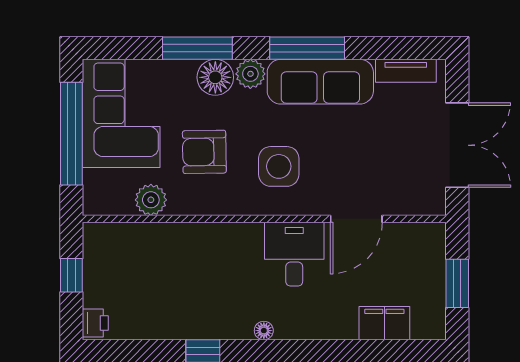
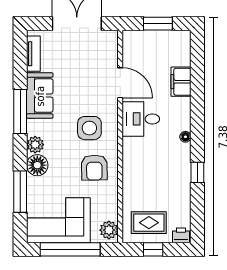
window: (197, 48) -> (20, 192), moved
sofa: (320, 82) -> (40, 96), width x0.73
armchair: (204, 152) -> (94, 168), moved
plant: (151, 200) -> (109, 230), moved
rug: (117, 268) -> (149, 223), added
filing cabinet: (384, 323) -> (181, 82), moved

